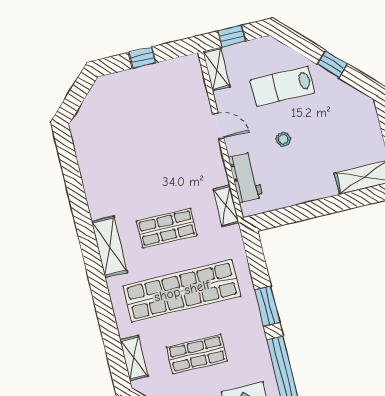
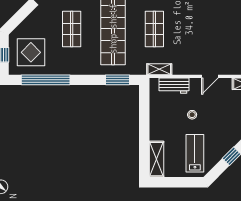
lab bench: (282, 86) -> (195, 153), moved
window: (267, 306) -> (117, 80), moved

